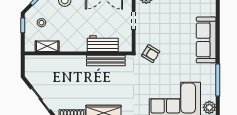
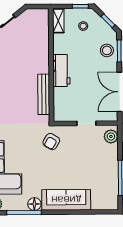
workbench: (103, 44) -> (61, 71), moved
shelving: (47, 46) -> (58, 21), moved
floor lamp: (210, 70) -> (34, 204), added

